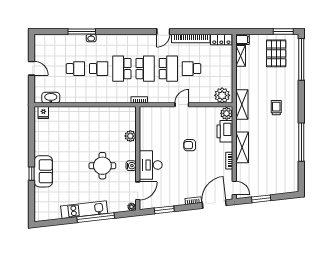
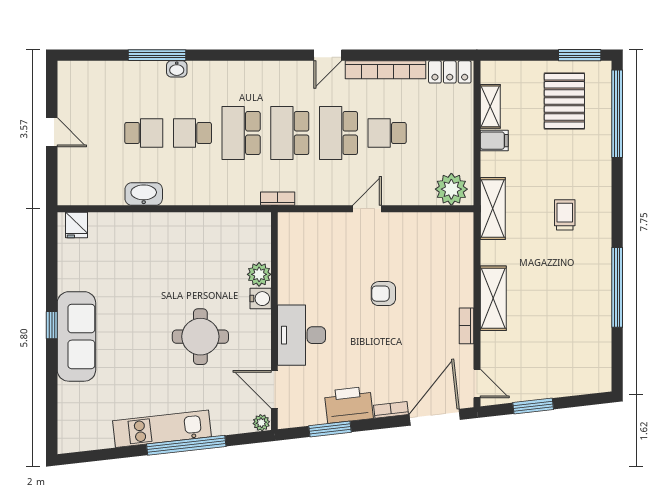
filing cabinet: (243, 40) -> (494, 141), moved
school desk: (99, 69) -> (192, 133), turned 180
school desk: (145, 69) -> (290, 133), turned 180
school desk: (168, 69) -> (338, 133), turned 180
washbasin: (51, 98) -> (144, 194), moved
plant: (227, 113) -> (461, 227), removed
printer: (225, 131) -> (349, 405), moved, turned 84
water cooler: (131, 166) -> (261, 299), moved
sofa: (43, 171) -> (76, 336), width x1.36
window: (32, 174) -> (52, 325), moved
door: (138, 191) -> (274, 389), swing flipped

